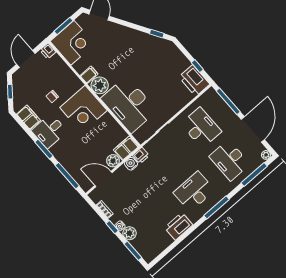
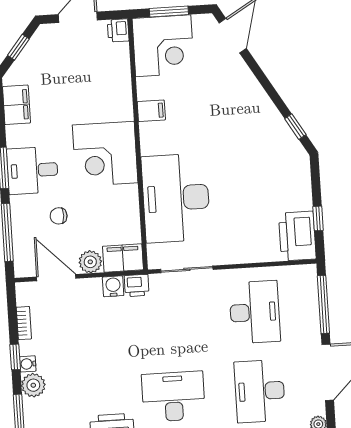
plant: (100, 85) -> (155, 138), removed
chair: (52, 97) -> (59, 216), moved
desk: (49, 131) -> (33, 170), moved

